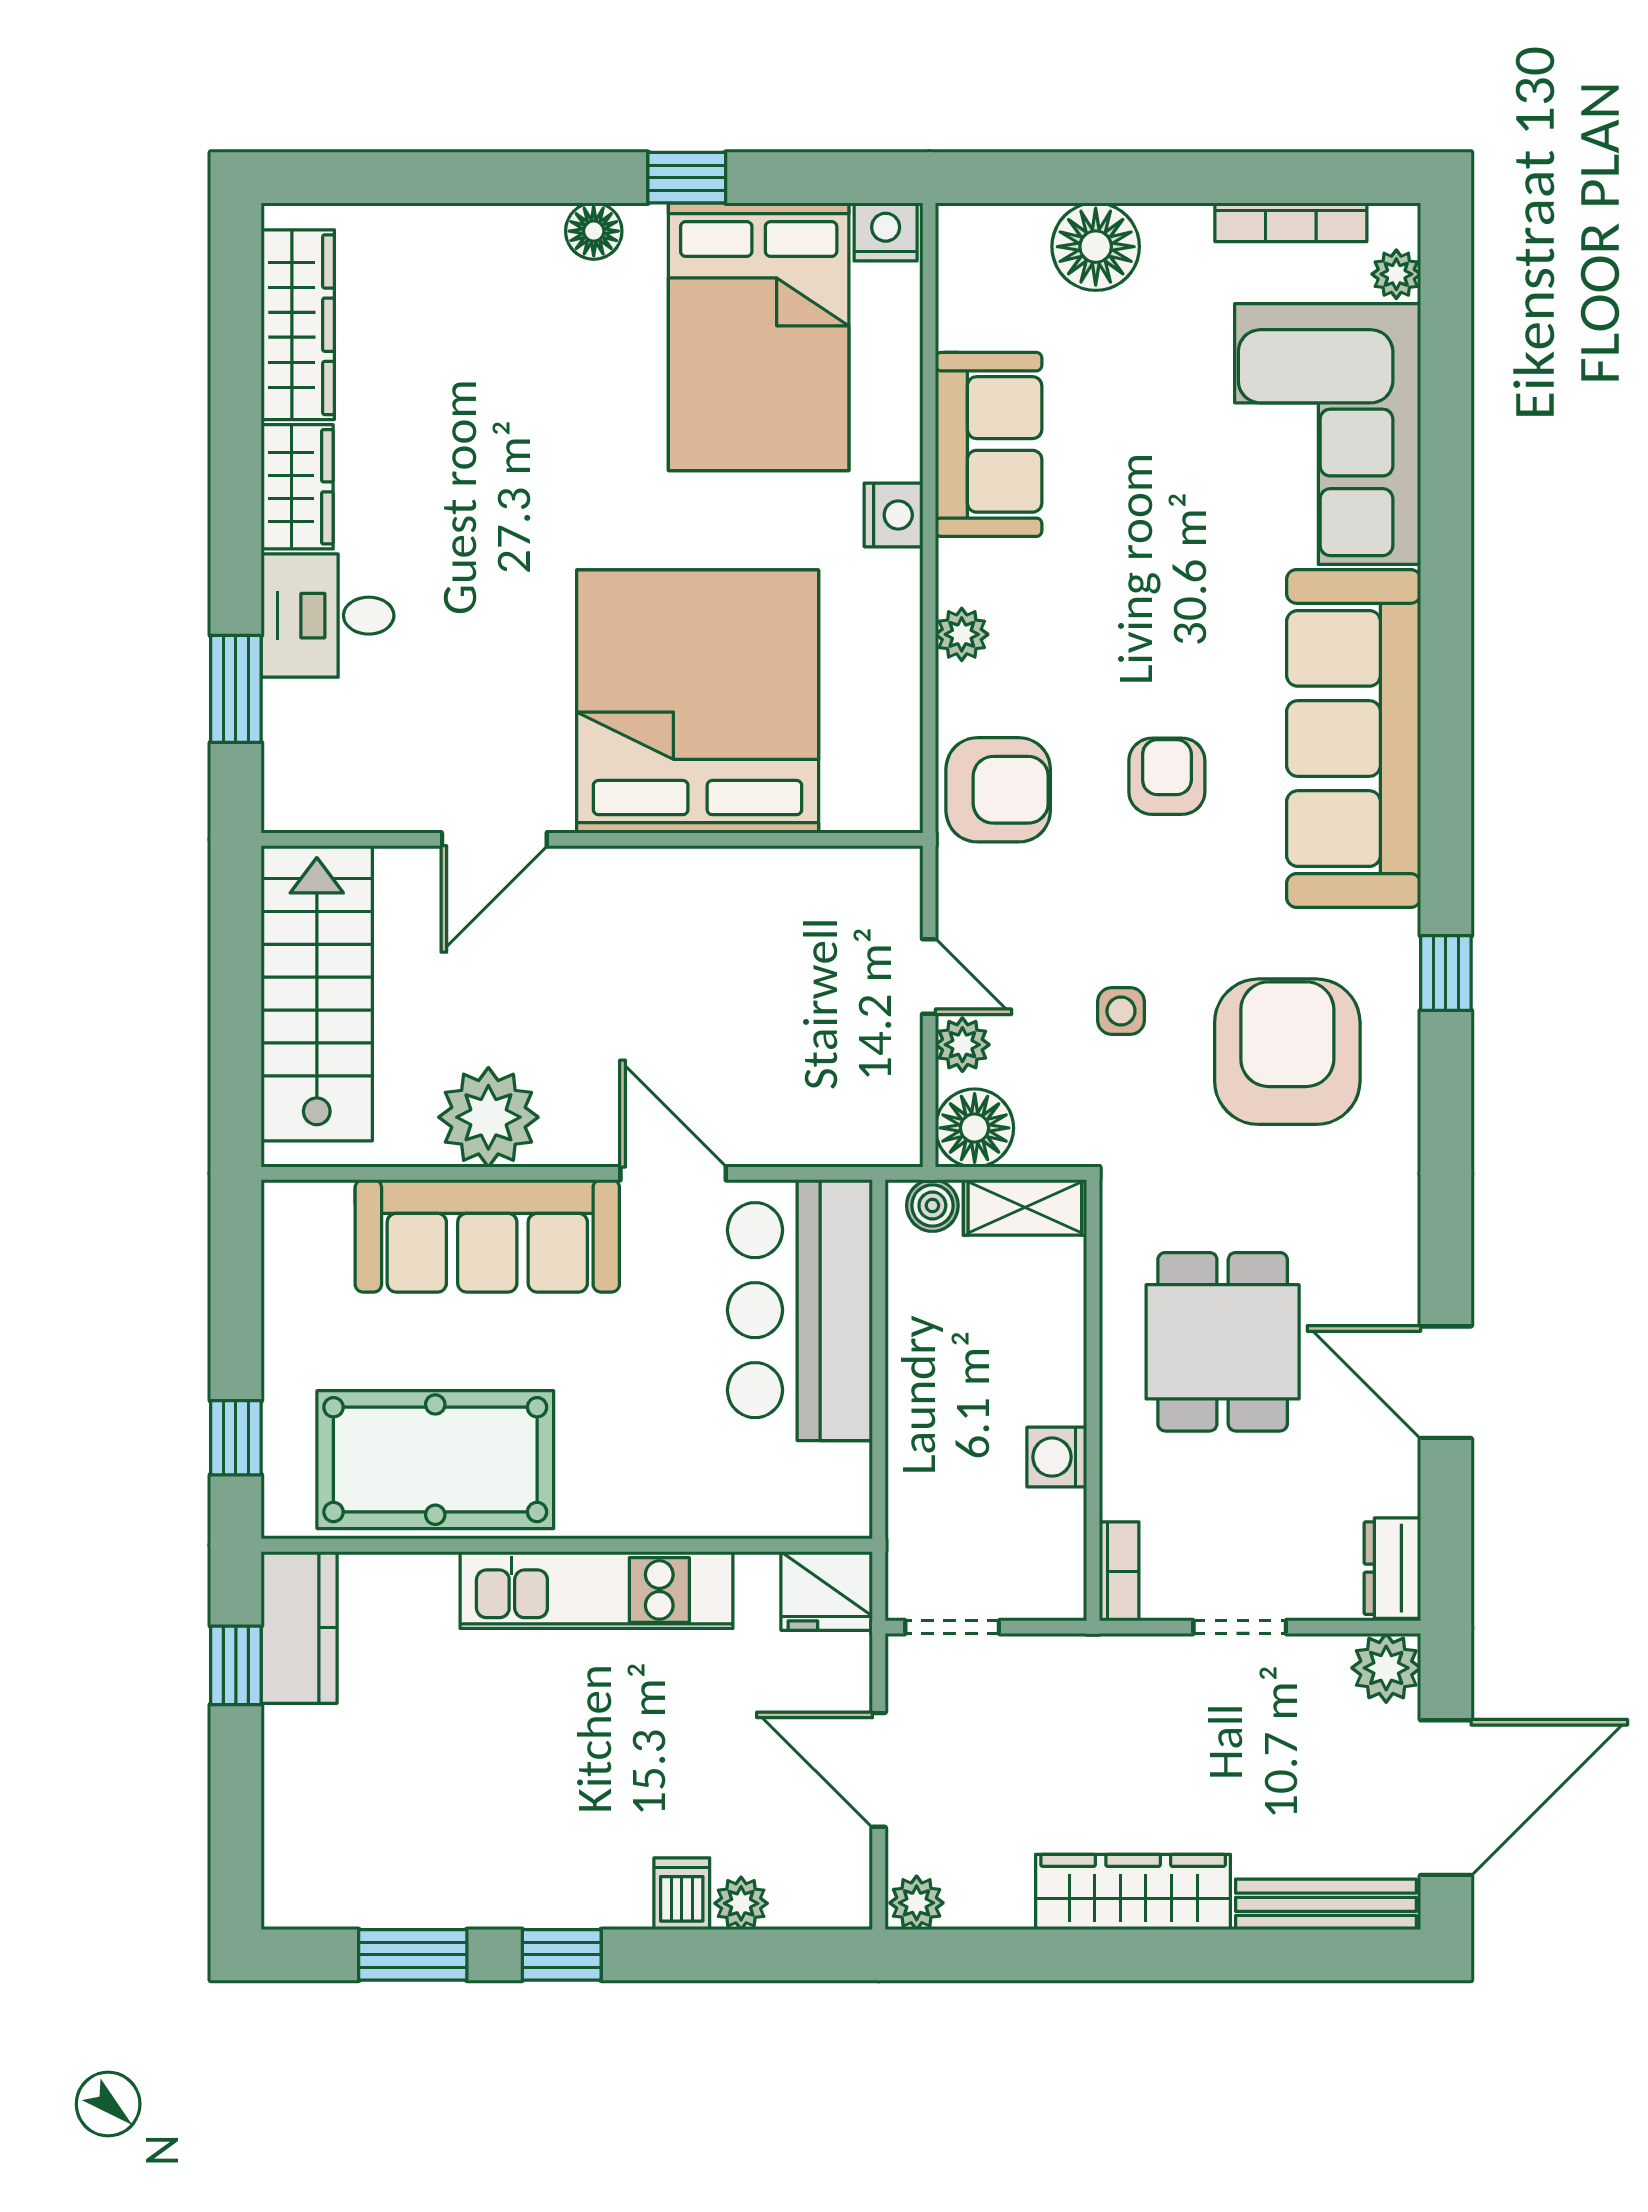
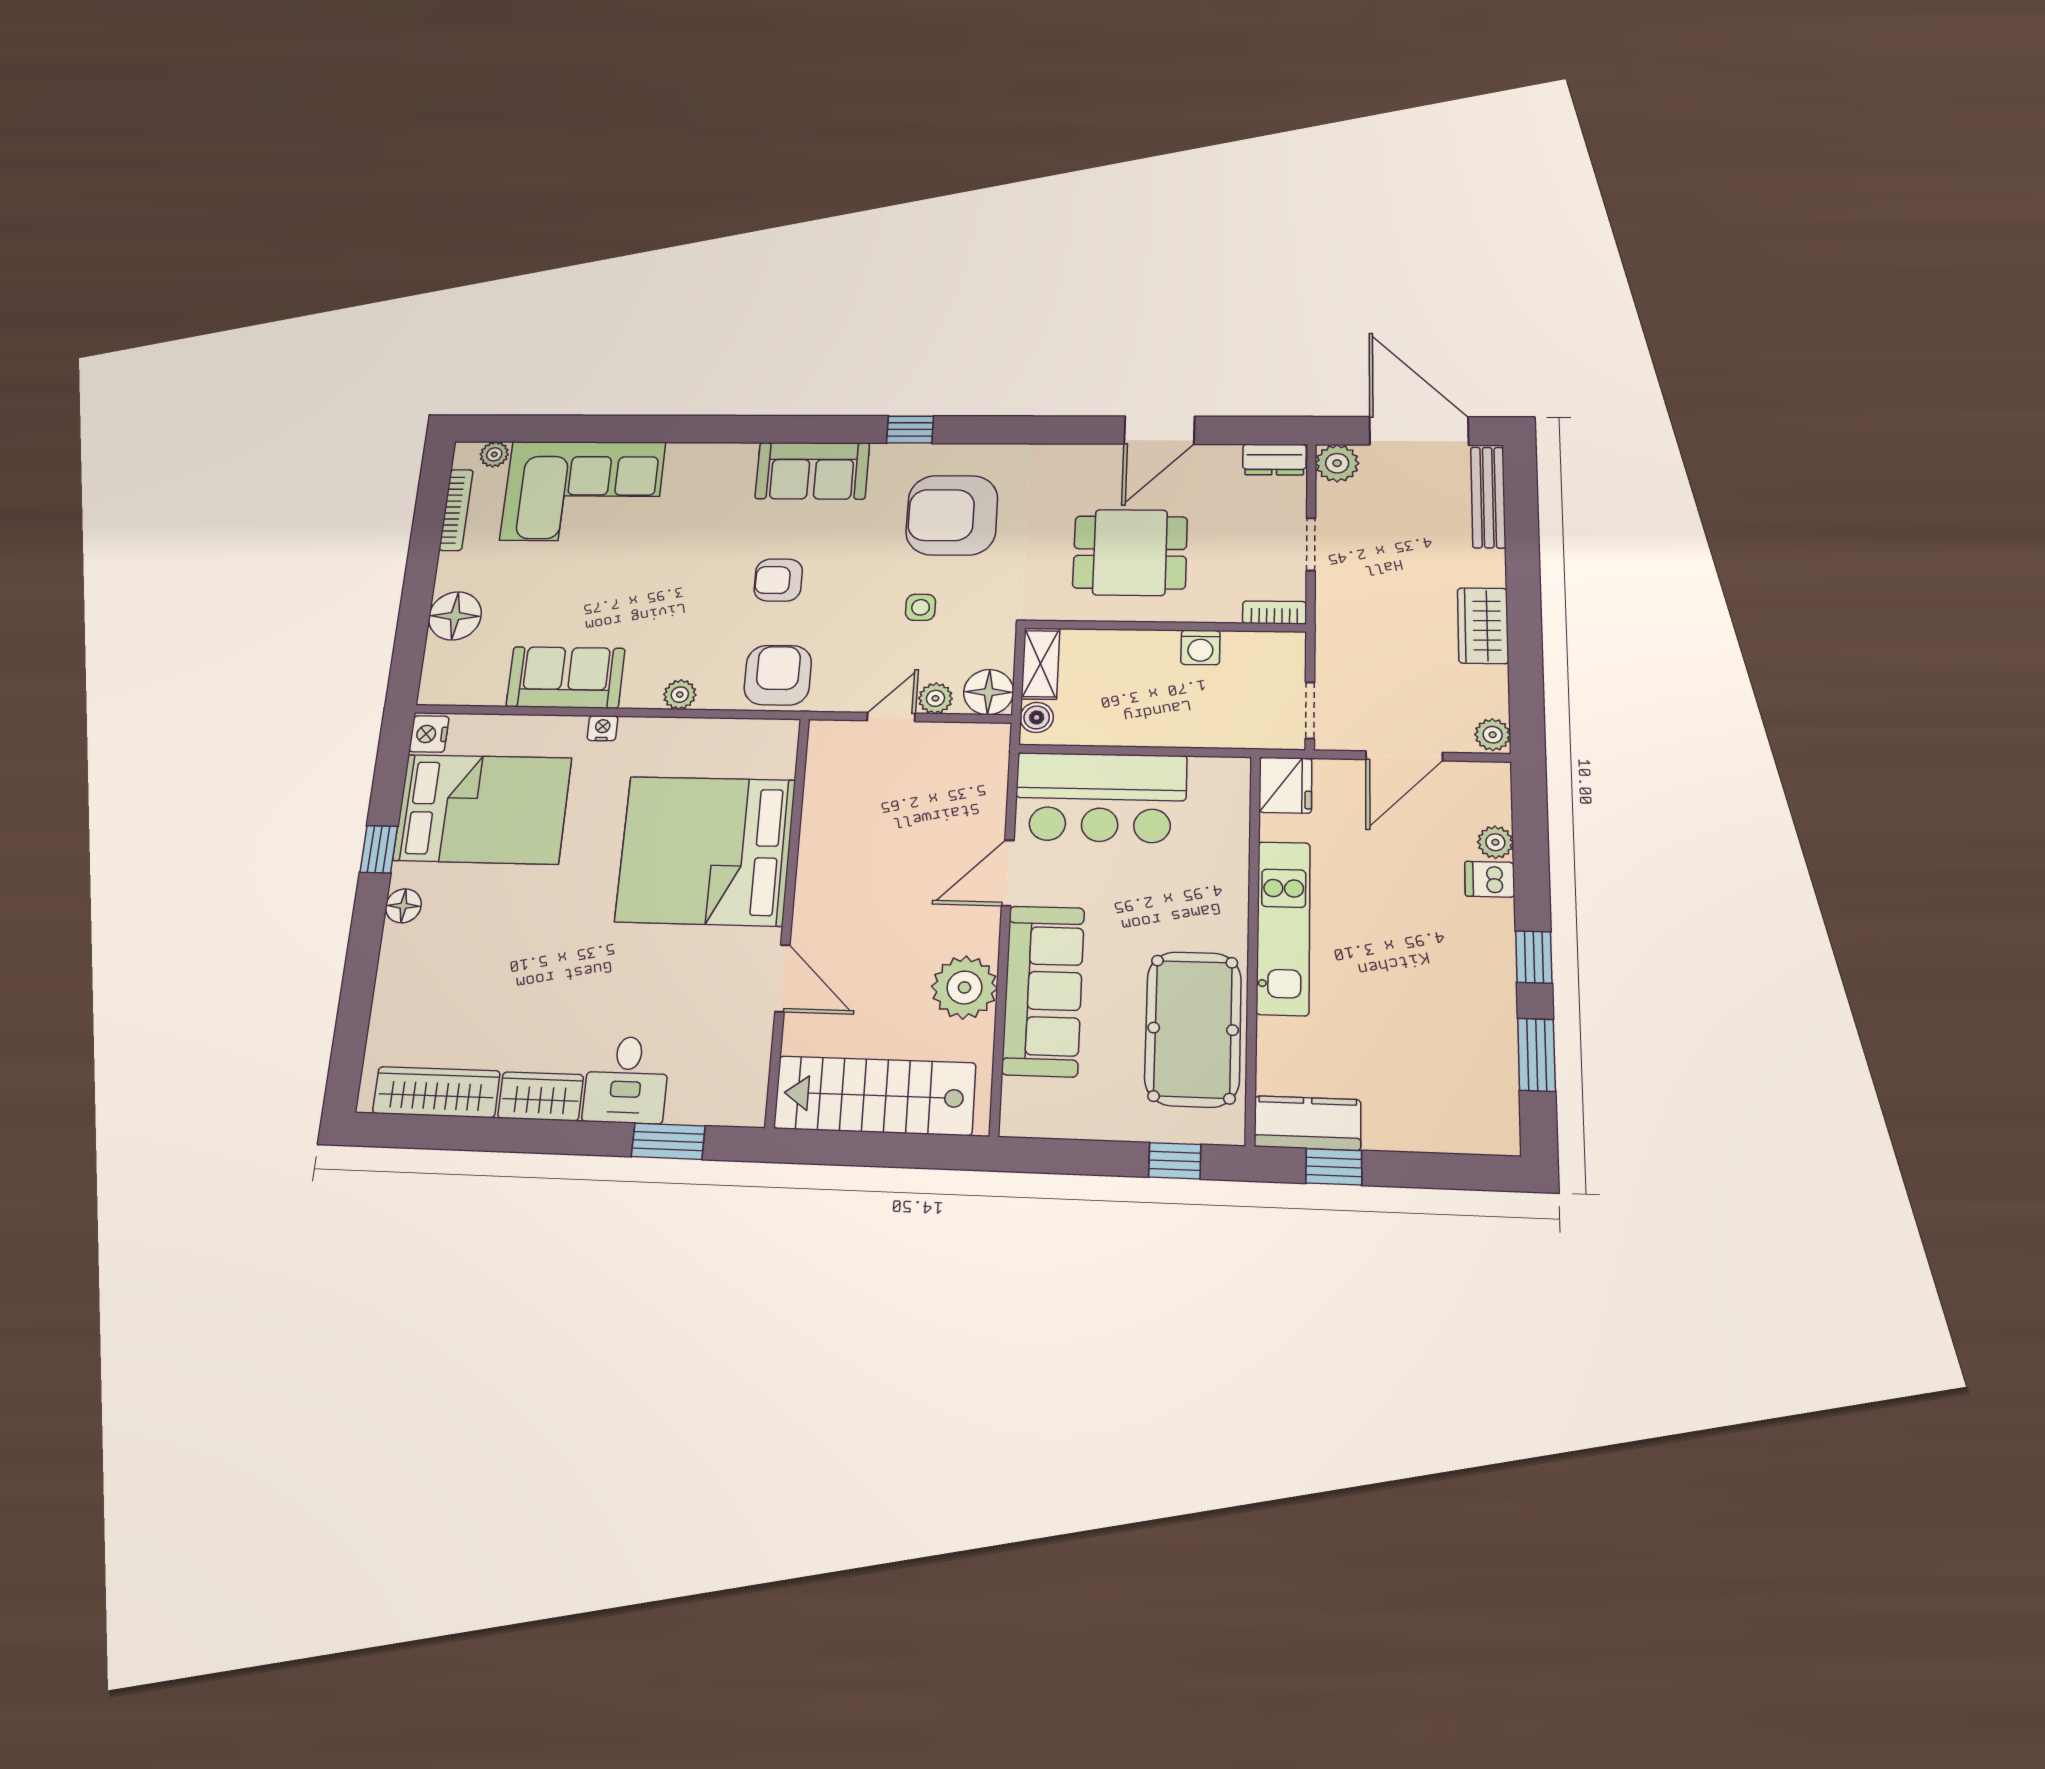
nightstand: (894, 515) -> (603, 728), width x0.72, depth x0.74
sofa: (1354, 738) -> (812, 471), width x0.54, depth x0.79
wardrobe: (1133, 1892) -> (1483, 626), width x0.67

